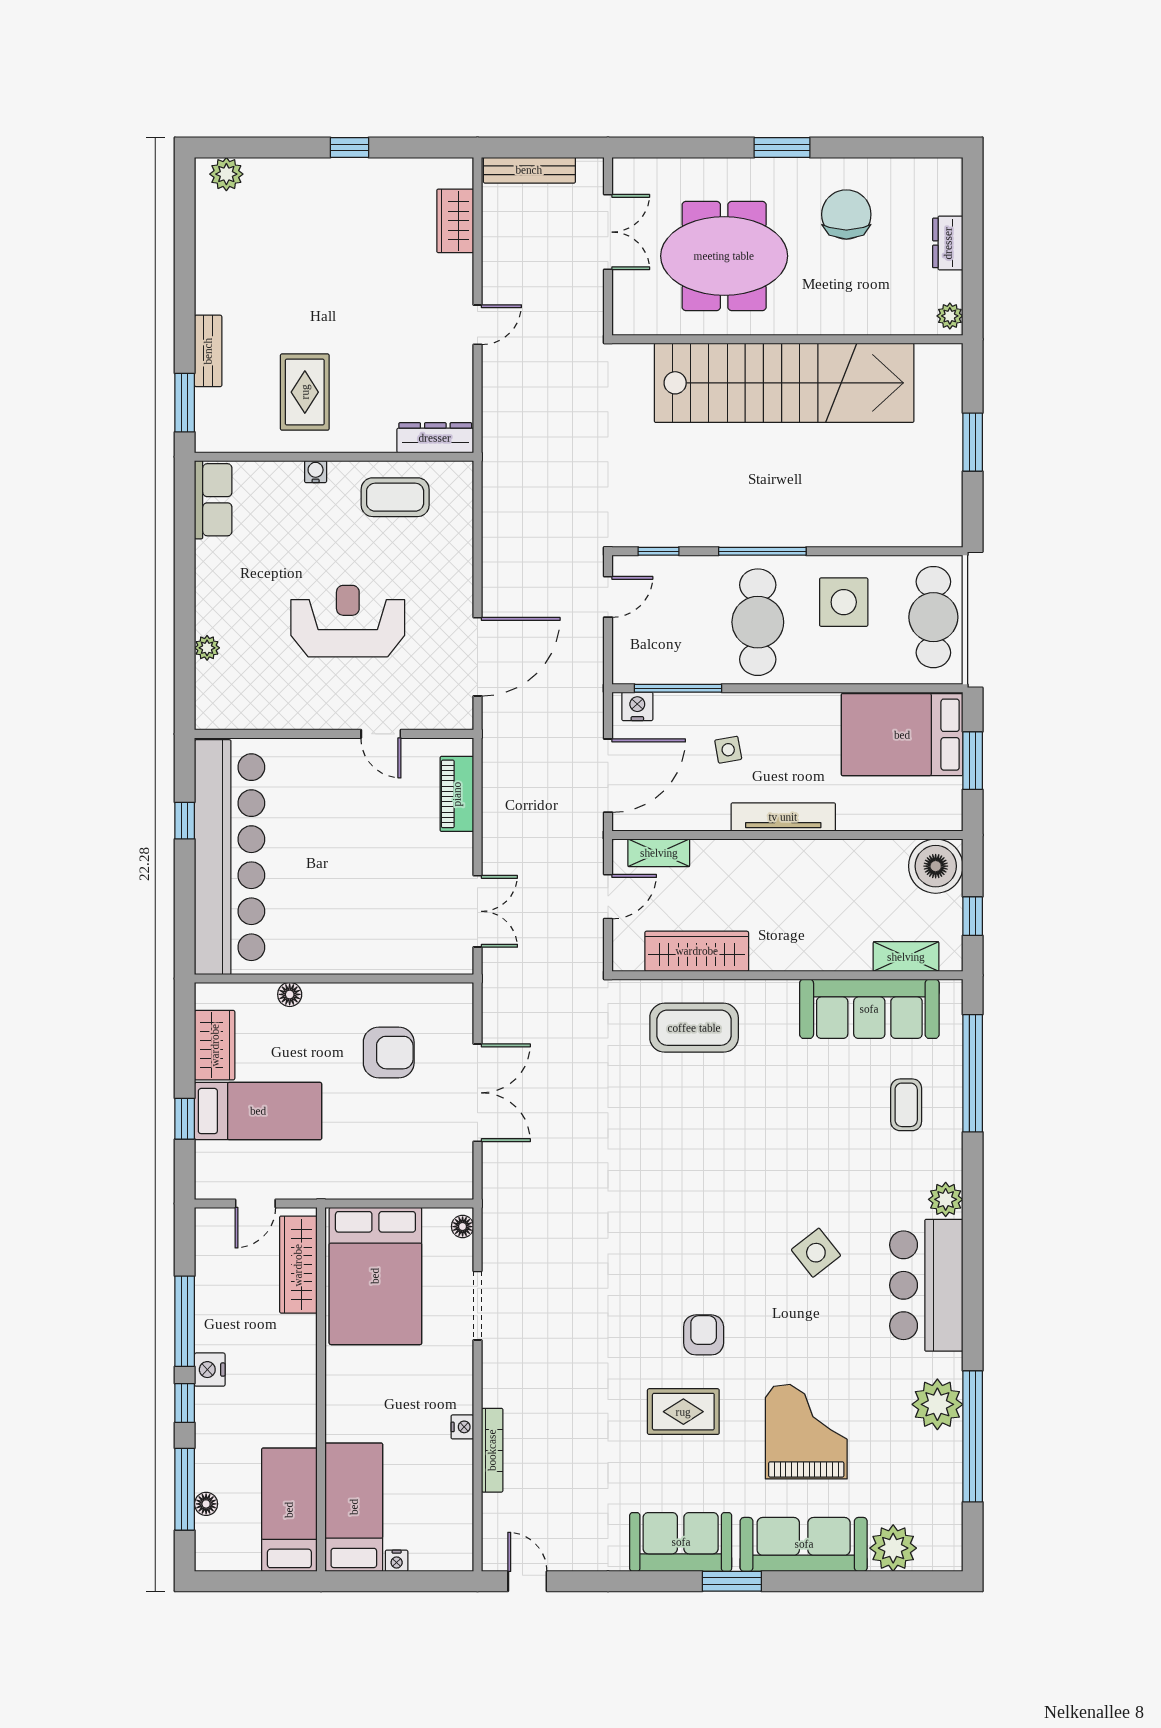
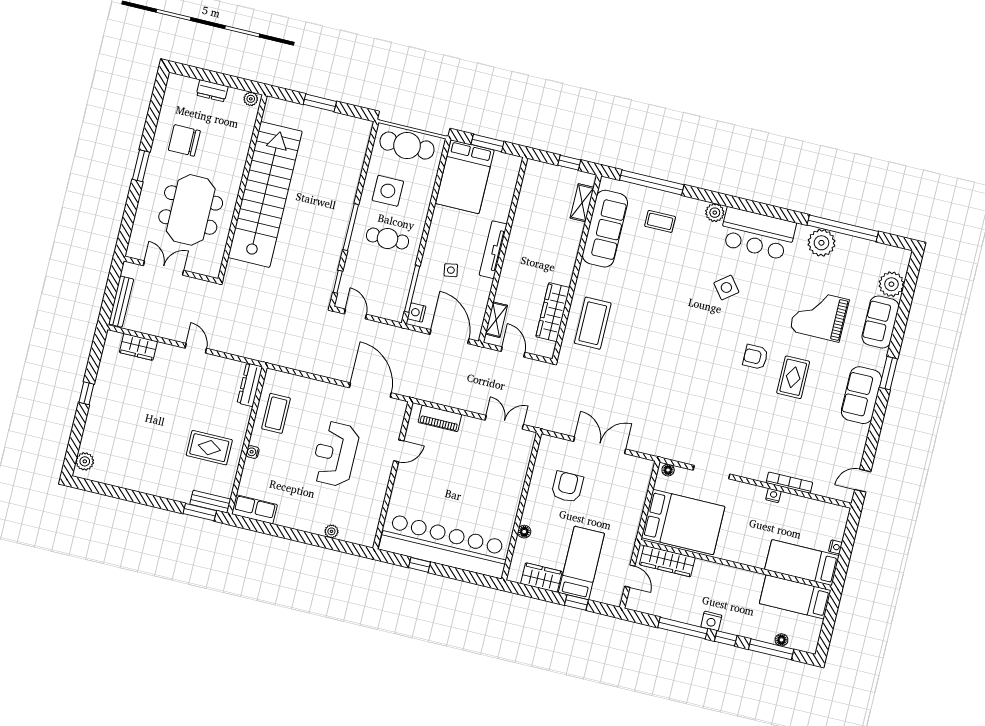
bench: (208, 351) -> (210, 502), moved
cafe table: (758, 622) -> (388, 238), width x0.73, depth x0.74
boiler: (936, 866) -> (538, 176), removed
sofa: (804, 1544) -> (880, 322), width x0.73

